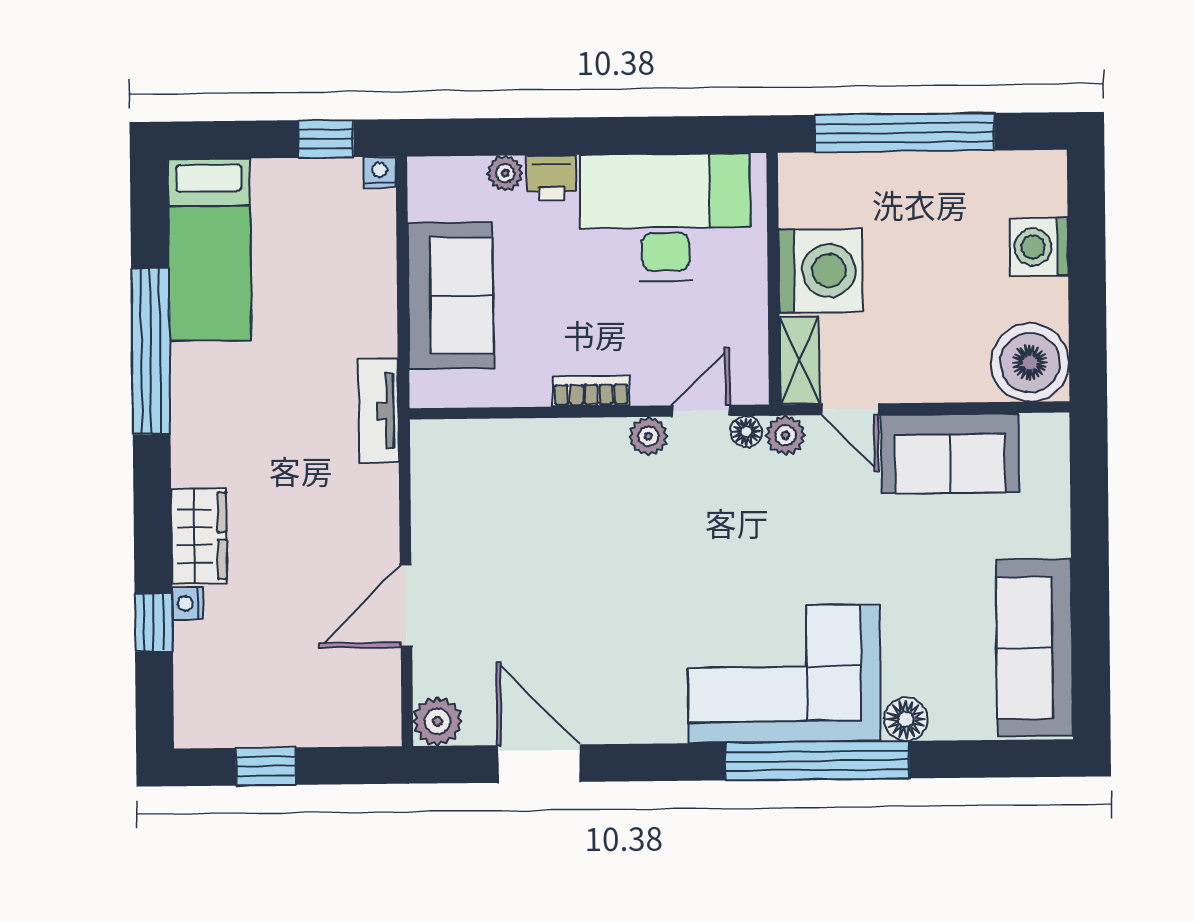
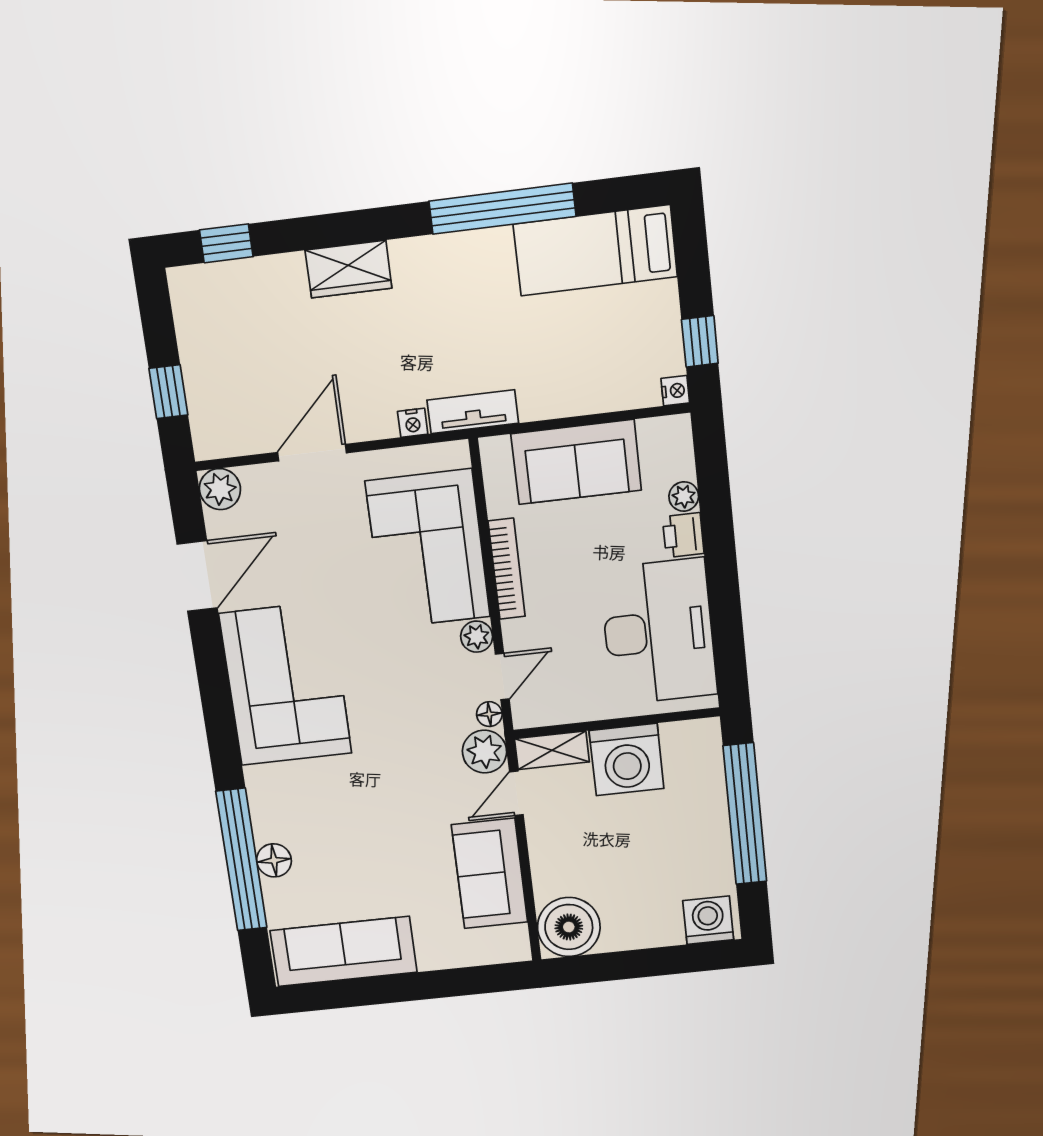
washing machine: (1039, 247) -> (708, 920), moved
bookcase: (591, 391) -> (507, 569), width x1.56
door: (701, 411) -> (502, 677), hinge flipped
plant: (785, 435) -> (484, 752), width x1.38, depth x1.38
corner sofa: (536, 483) -> (428, 549), added
nightstand: (188, 603) -> (413, 423), moved, turned 180
door: (406, 606) -> (312, 453), hinge flipped
window: (154, 622) -> (226, 243), moved
corner sofa: (784, 674) -> (286, 684), moved
window: (817, 761) -> (241, 860), moved
window: (266, 766) -> (168, 392), moved

